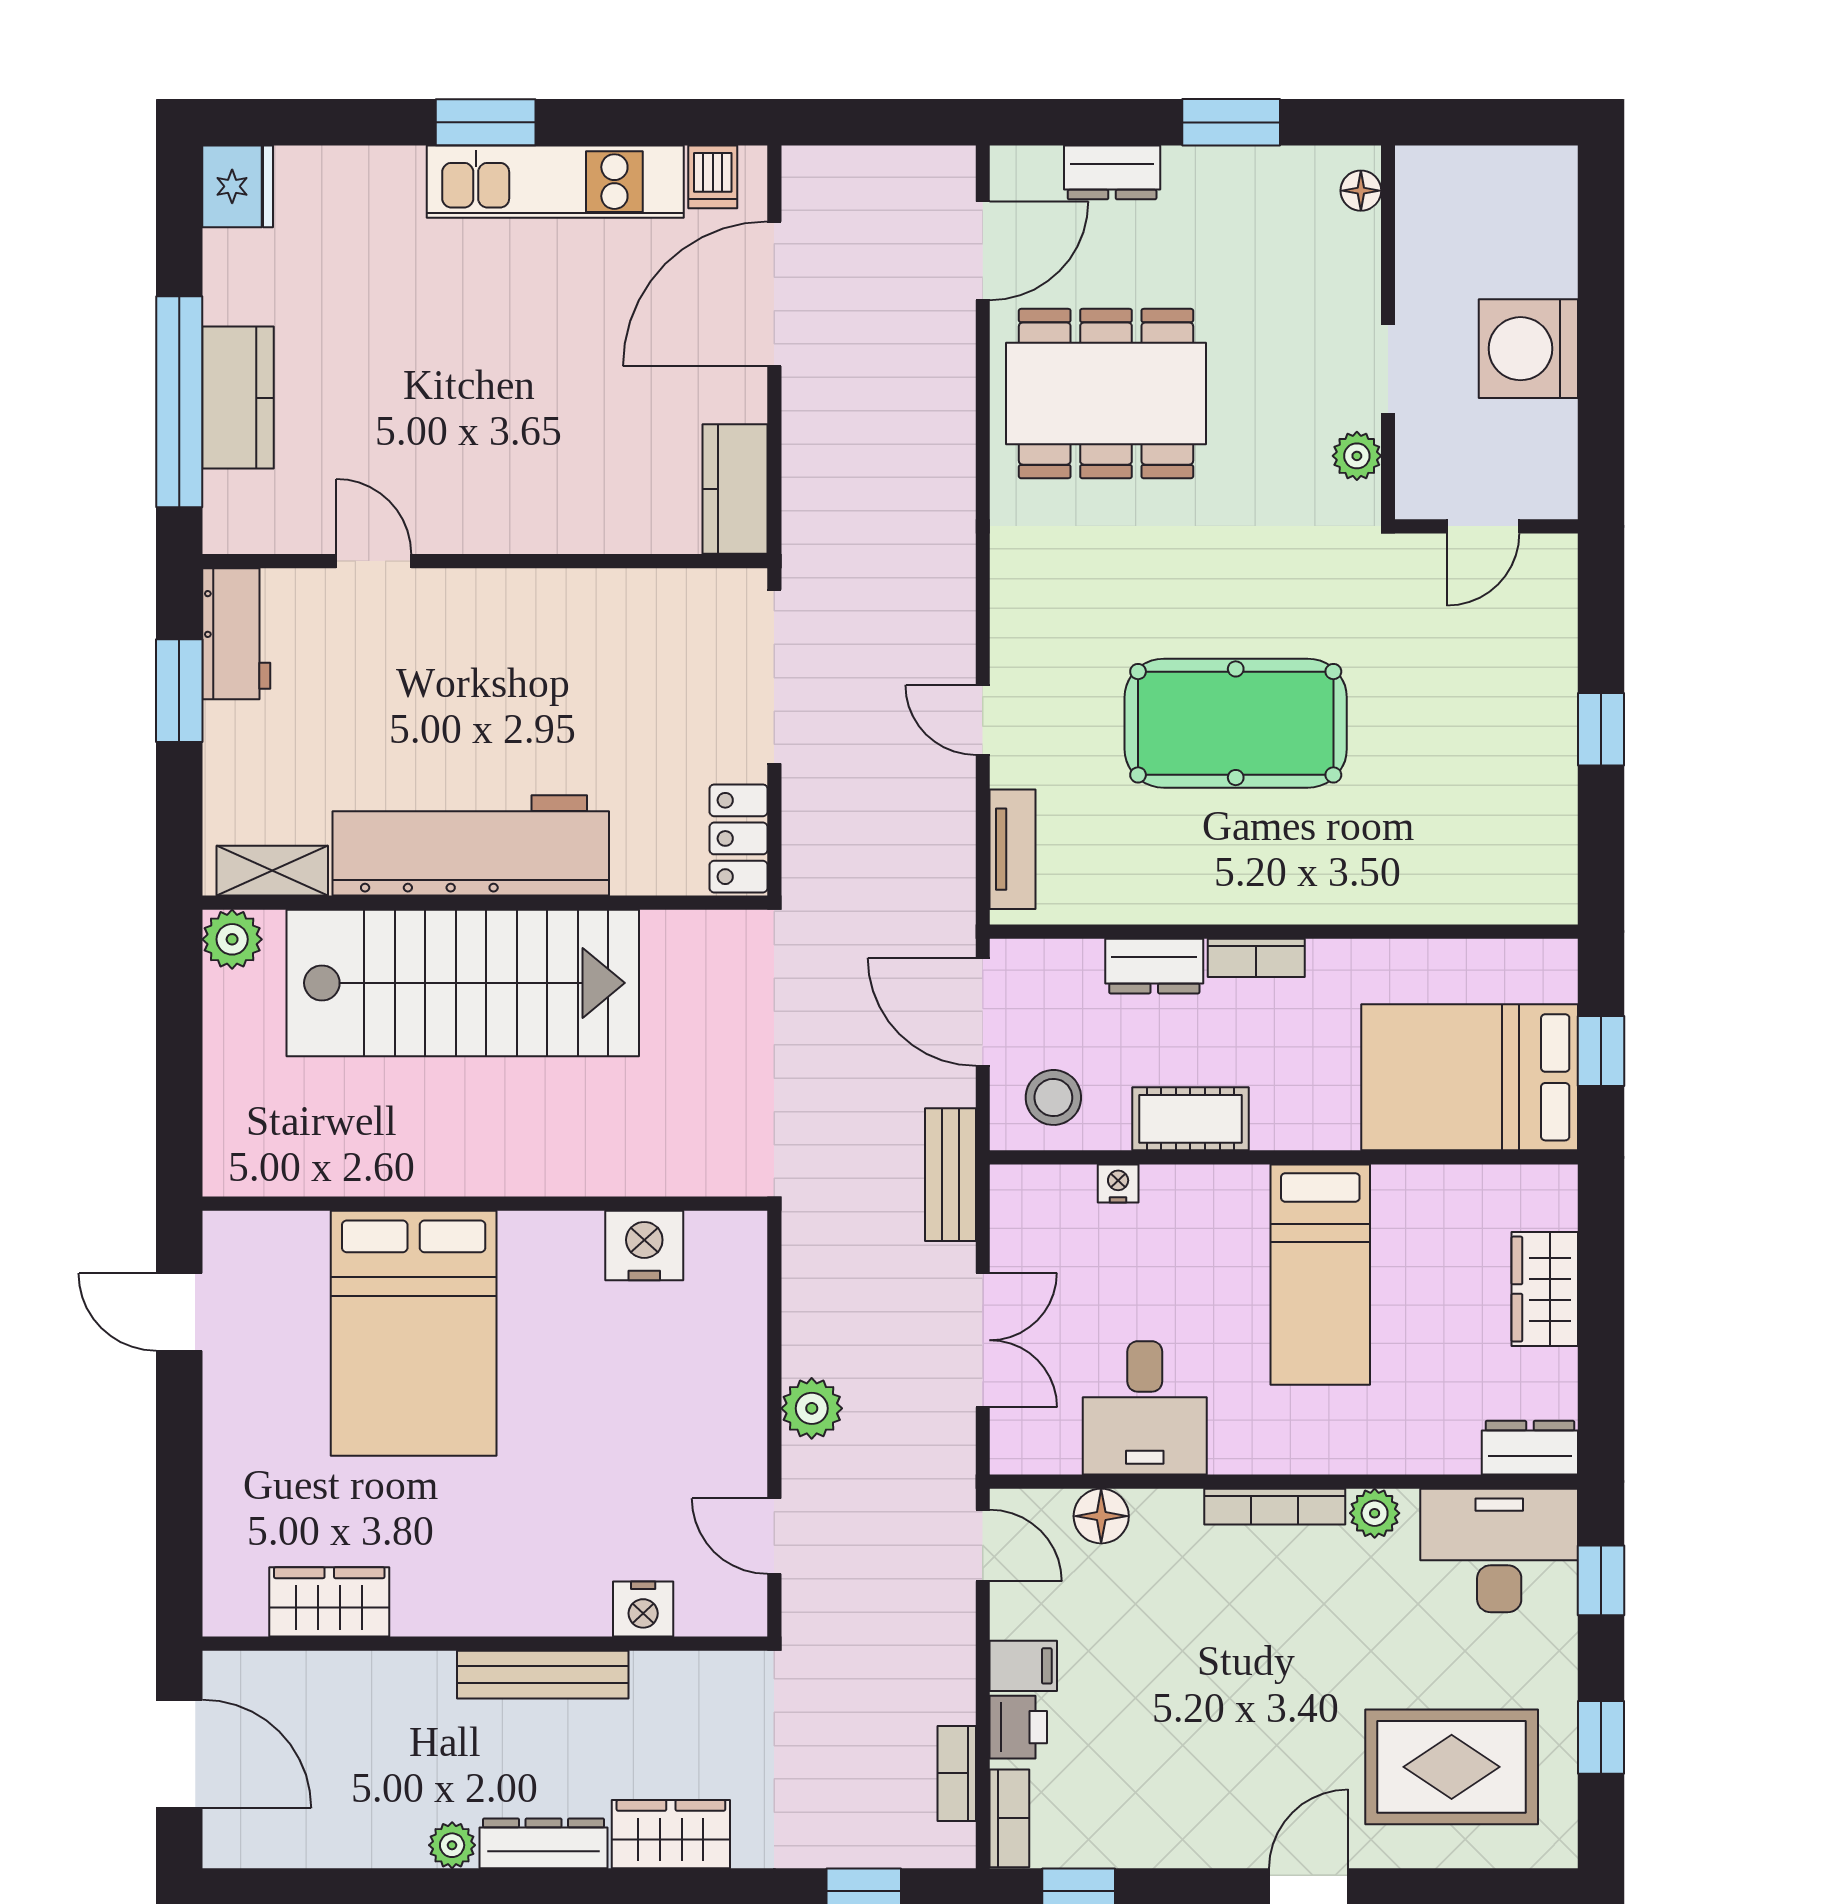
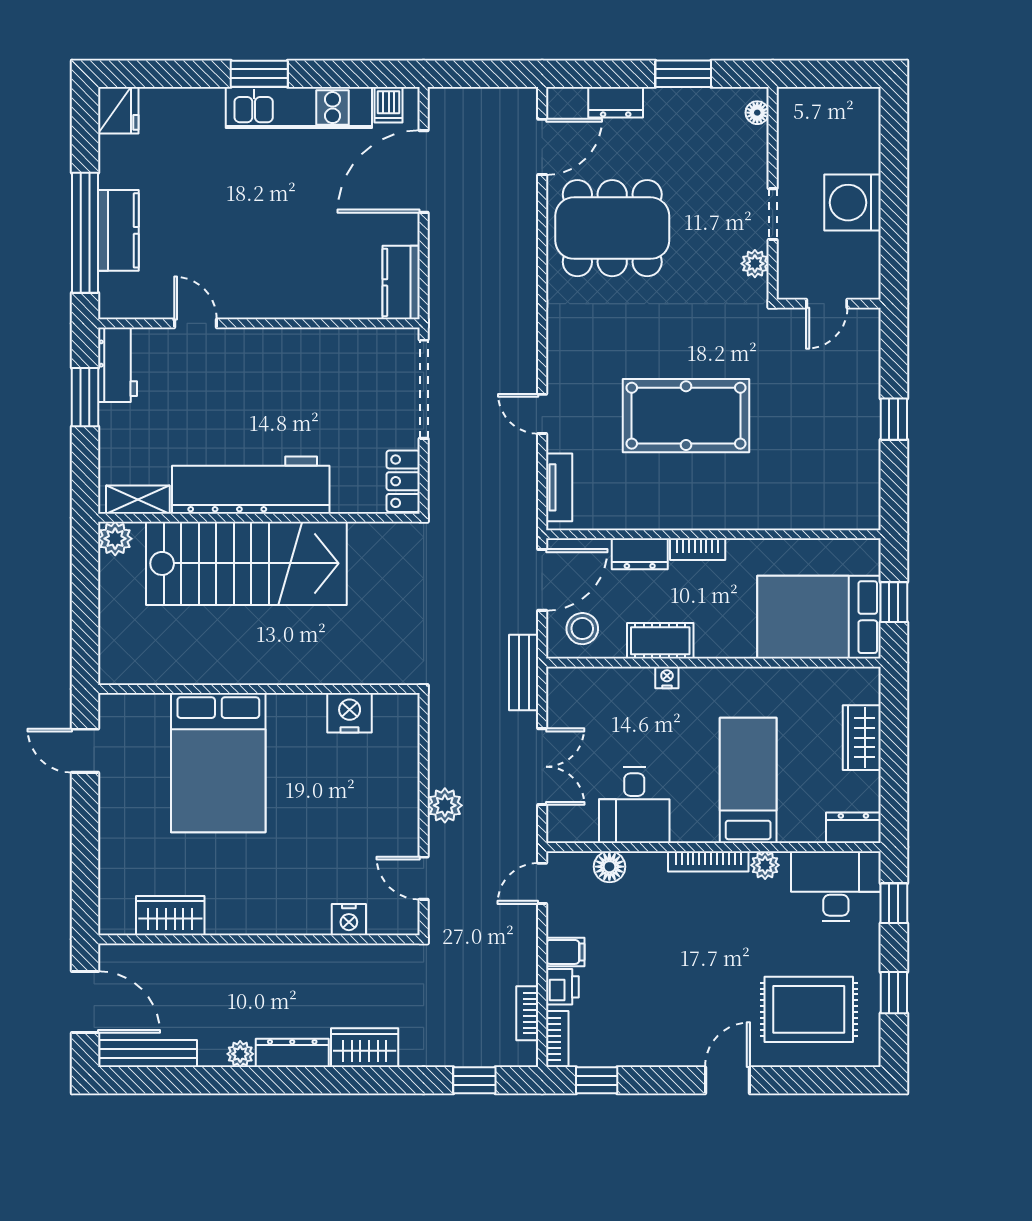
door: (983, 1012) -> (542, 580), swing flipped
nightstand: (1118, 1183) -> (667, 677), moved
bed: (1320, 1275) -> (748, 780), moved, turned 180
door: (983, 1545) -> (542, 883), swing flipped
bench: (543, 1675) -> (148, 1053), moved

